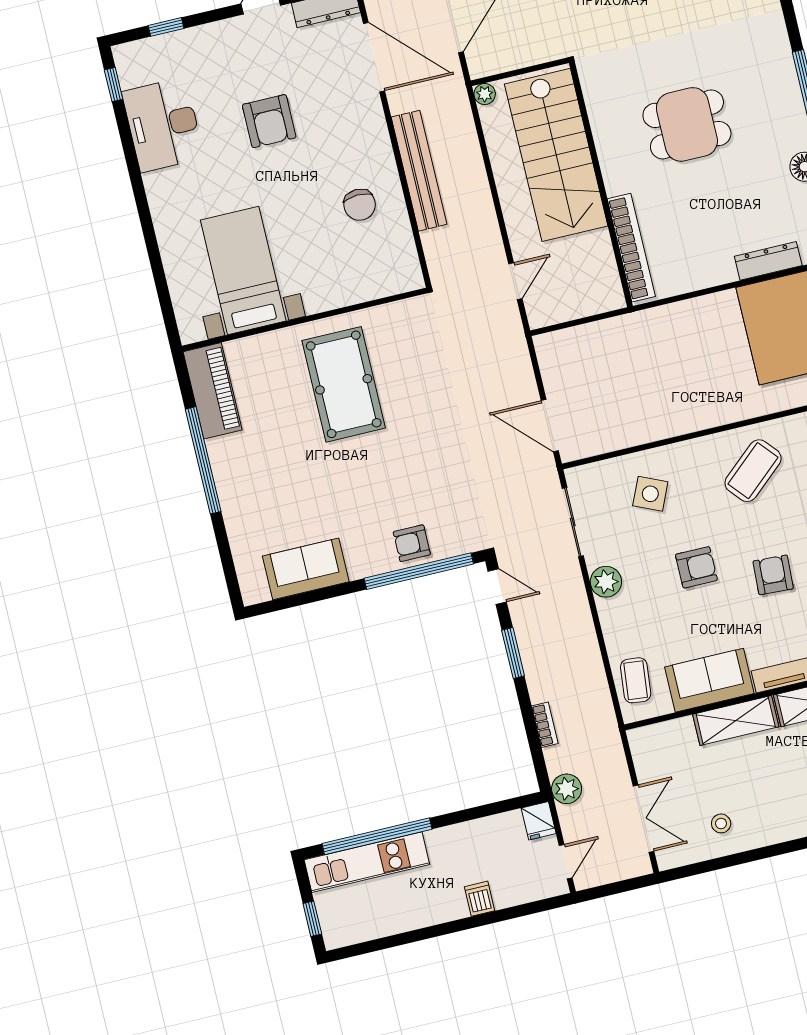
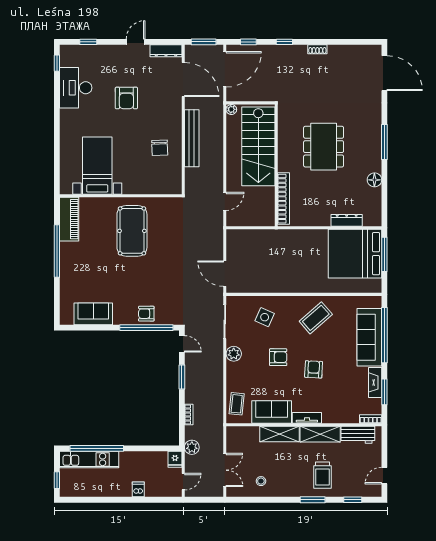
dining table: (687, 124) -> (324, 147), width x1.37

